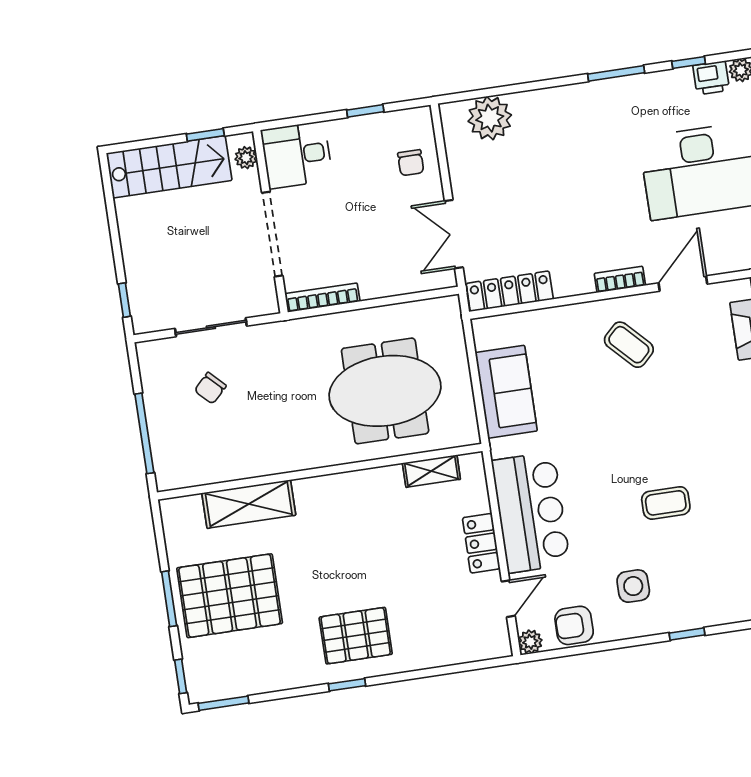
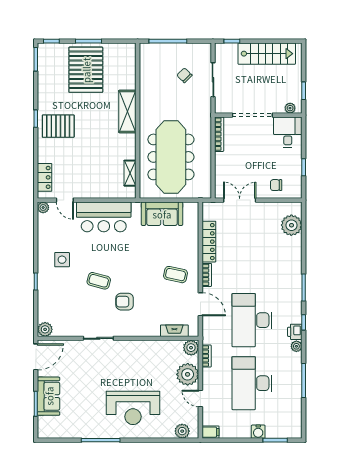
stairs: (169, 167) -> (267, 54), moved, turned -90
locker: (510, 291) -> (209, 242), moved
coffee table: (629, 345) -> (176, 275), turned 56
meeting table: (385, 391) -> (171, 157), width x1.36
coffee table: (666, 503) -> (99, 281), turned -75
shelving: (249, 504) -> (127, 111), moved
locker: (481, 543) -> (45, 177), moved, turned 90
armchair: (574, 625) -> (125, 302), moved, turned -90
pallet: (356, 636) -> (58, 126), turned 90

